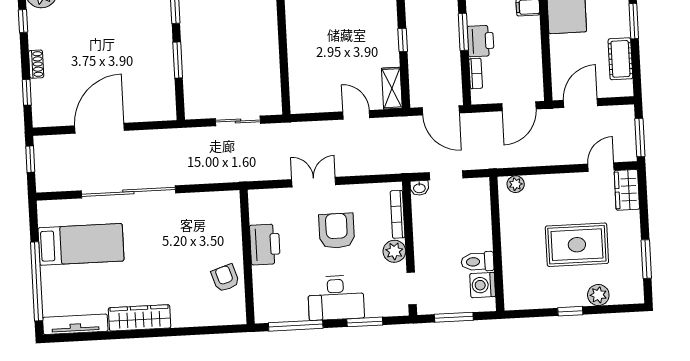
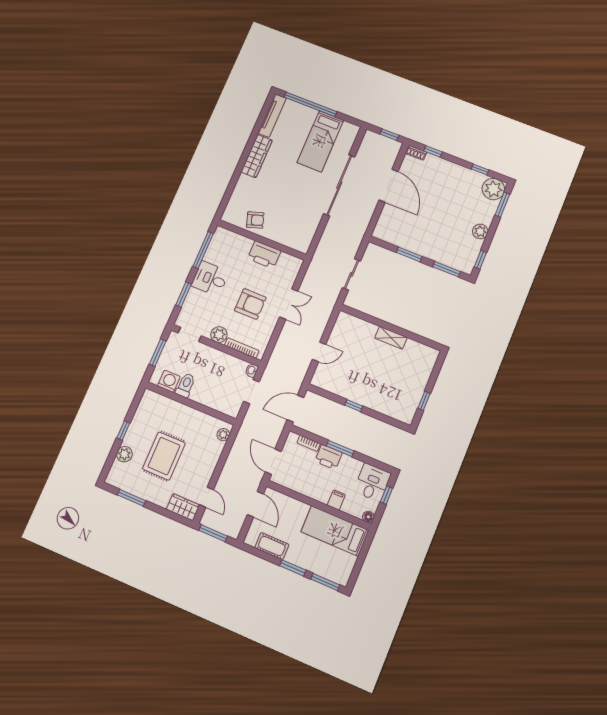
shoe rack: (36, 64) -> (416, 153), moved
shelving: (392, 88) -> (391, 338), moved
desk: (336, 298) -> (210, 279), width x0.73

